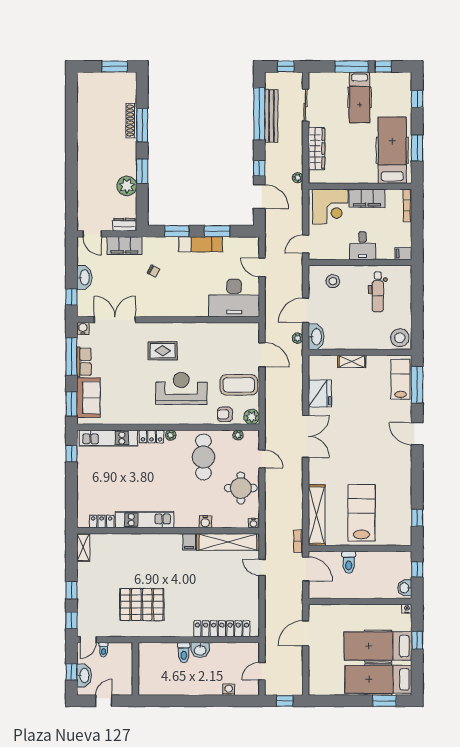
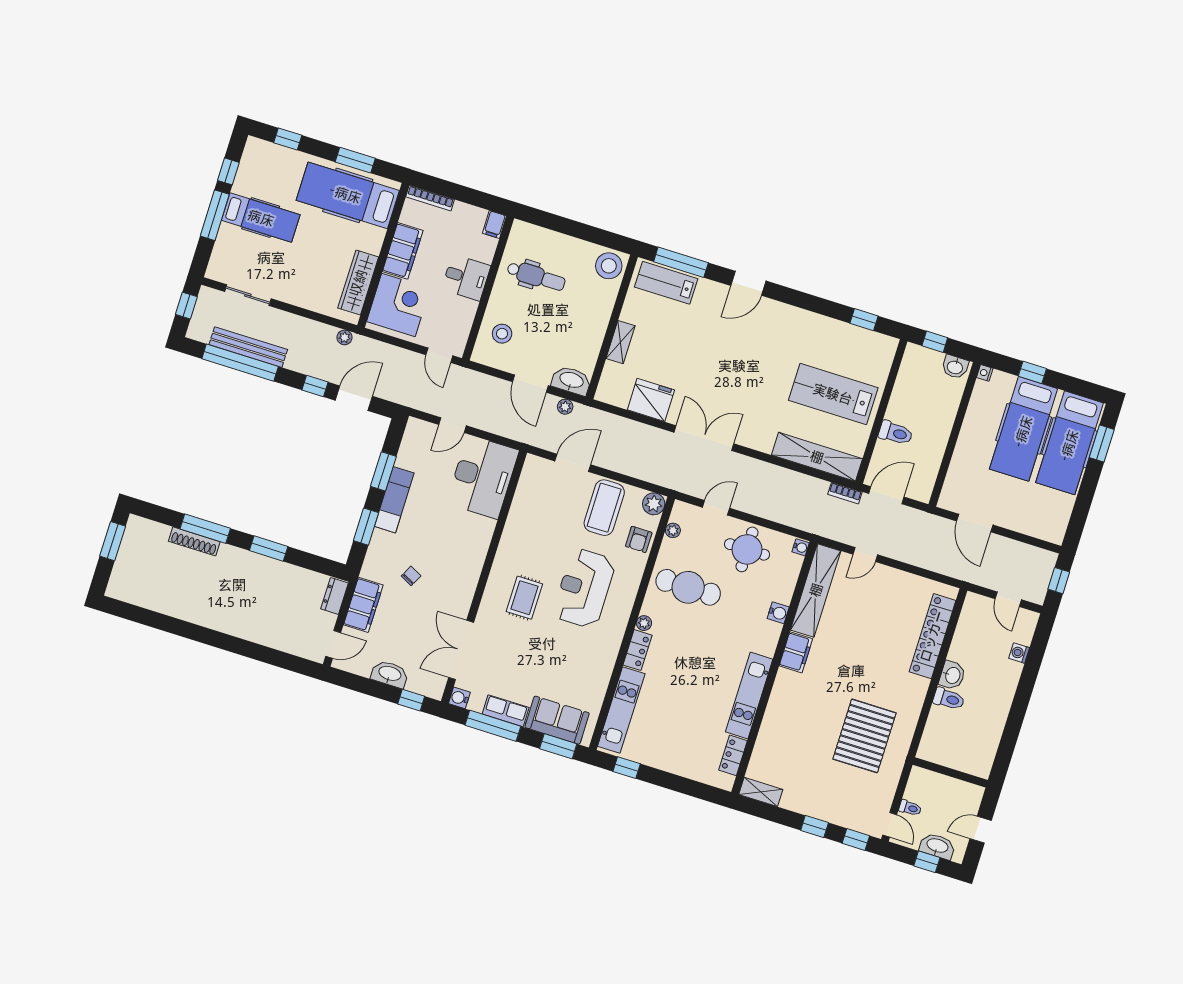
wardrobe: (316, 149) -> (358, 283), moved, turned -90
plant: (127, 186) -> (282, 576), removed
filing cabinet: (189, 542) -> (796, 652), width x2.00
door: (104, 701) -> (981, 830), hinge flipped

